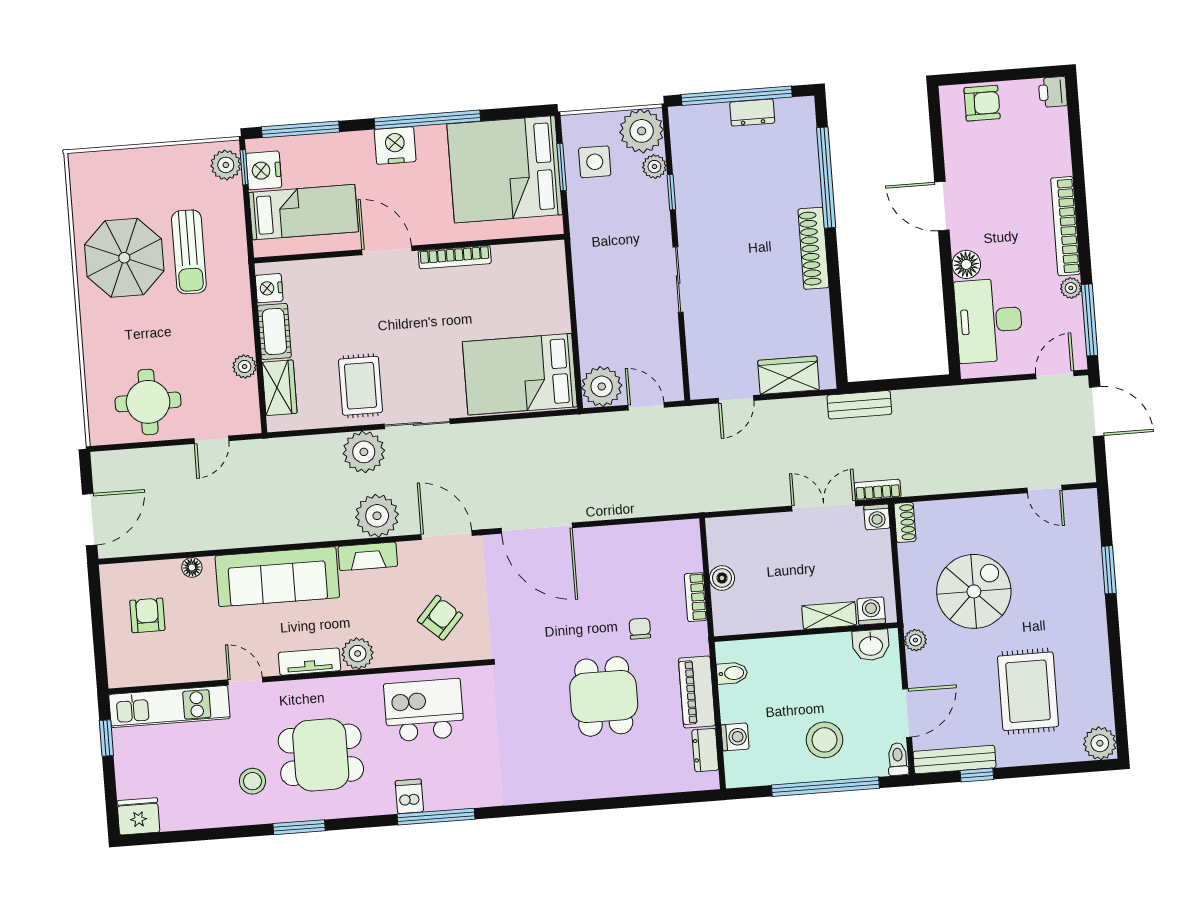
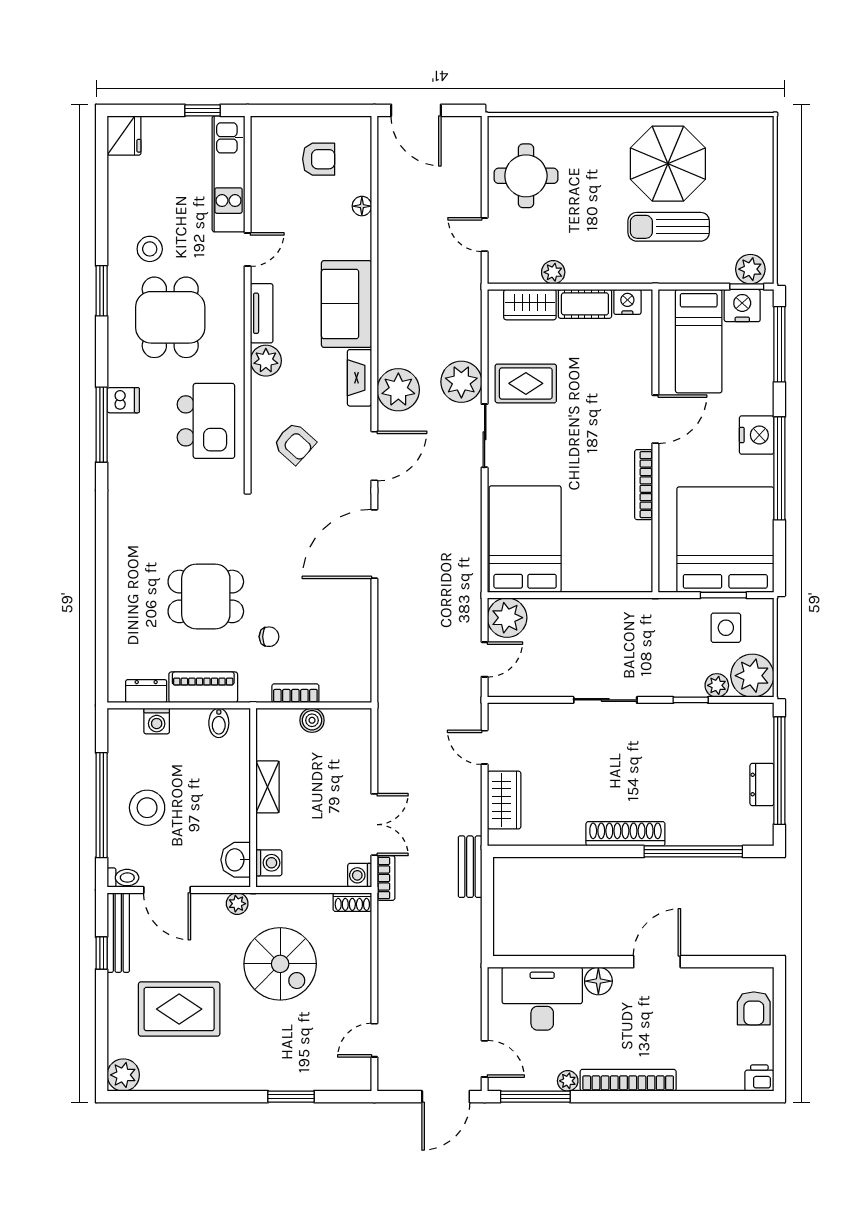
sofa: (277, 577) -> (347, 304), width x0.73
shelving: (829, 615) -> (268, 787), moved

